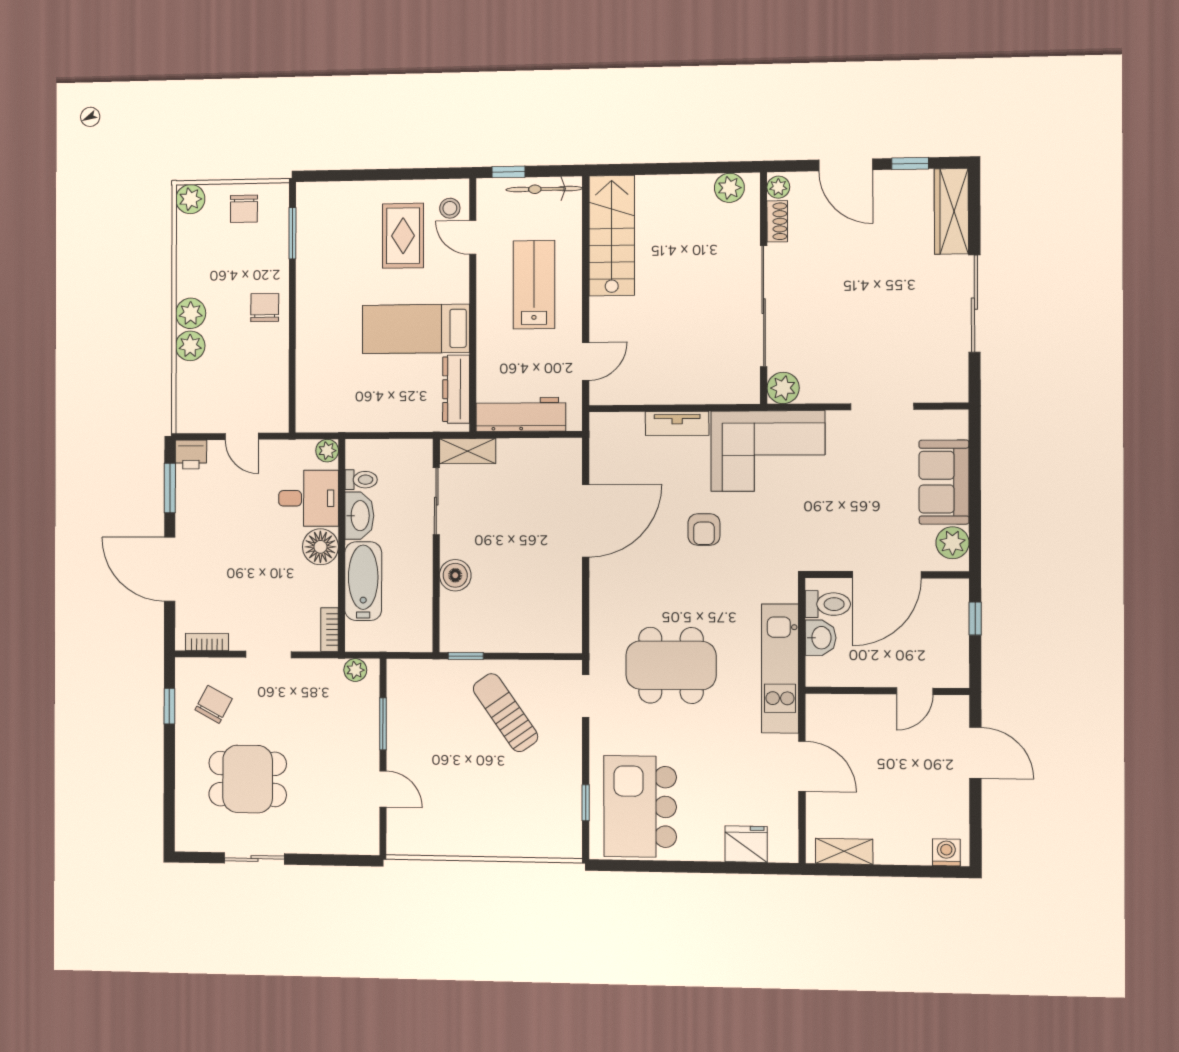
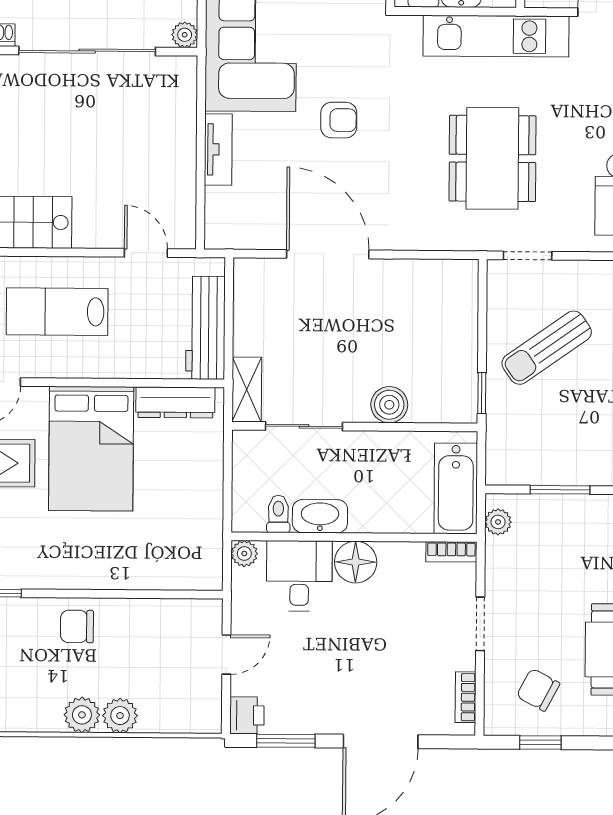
bed: (416, 329) -> (91, 449), width x1.50
plant: (783, 388) -> (185, 35), width x0.73, depth x0.73
bathtub: (363, 581) -> (456, 488), moved, turned -90

